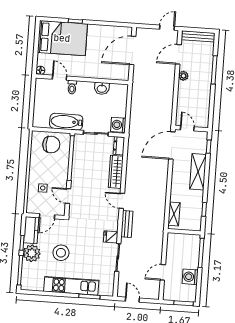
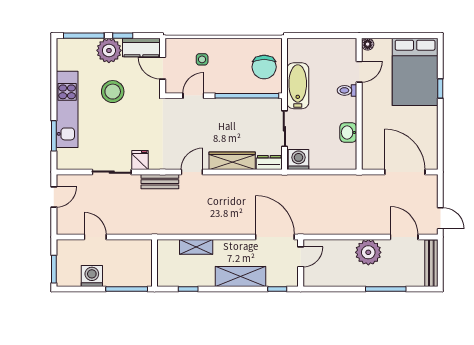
plant: (183, 76) -> (368, 252), width x1.87, depth x1.87
shelving: (174, 214) -> (196, 247), moved

